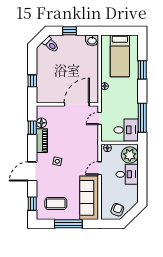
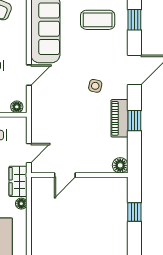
wardrobe: (107, 100) -> (18, 181), added
door: (77, 104) -> (65, 175), width x0.53
floor lamp: (41, 123) -> (120, 165), moved
window: (32, 128) -> (134, 121), moved

